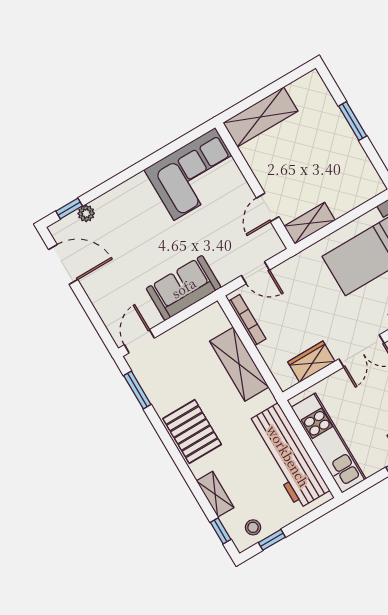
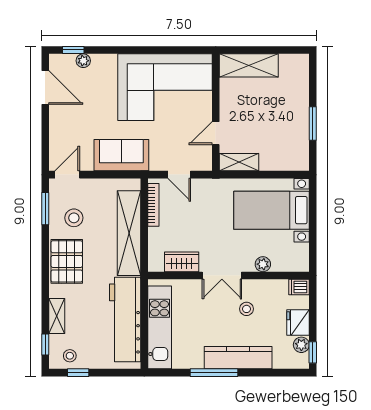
window: (353, 121) -> (313, 123), moved
corner sofa: (195, 174) -> (165, 87), width x1.36, depth x1.36
shelving: (239, 364) -> (129, 233), width x1.47
stool: (173, 382) -> (74, 218), added

